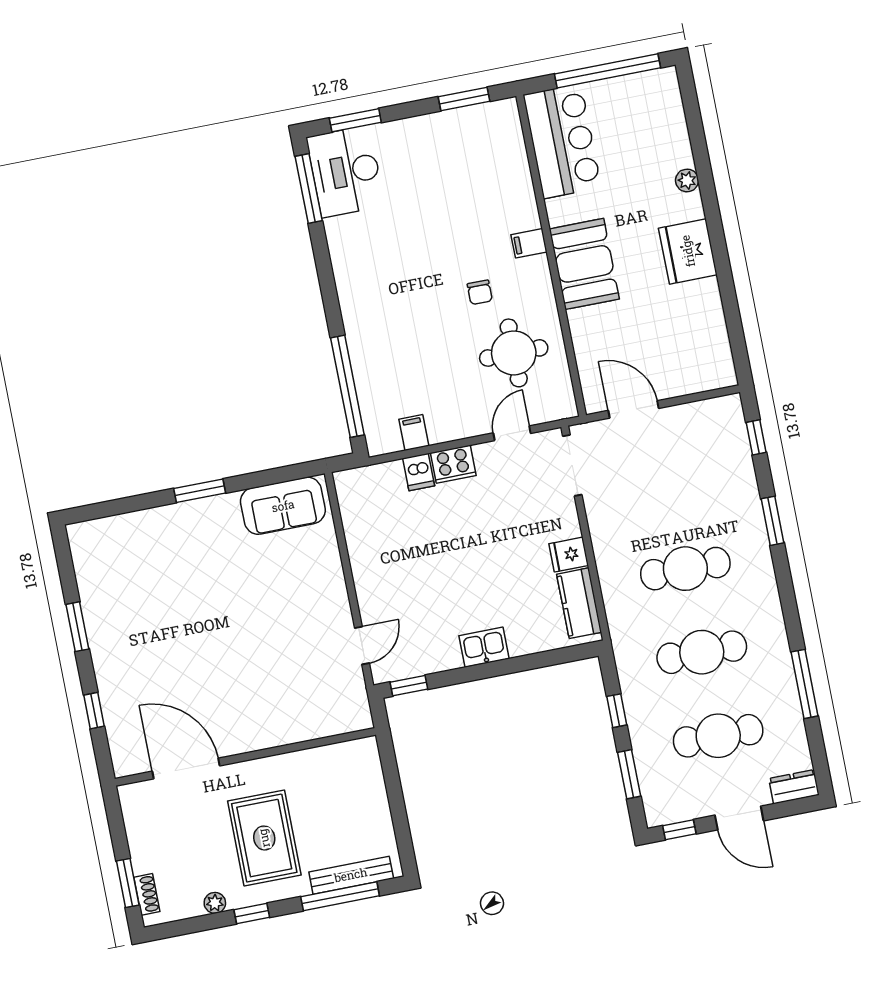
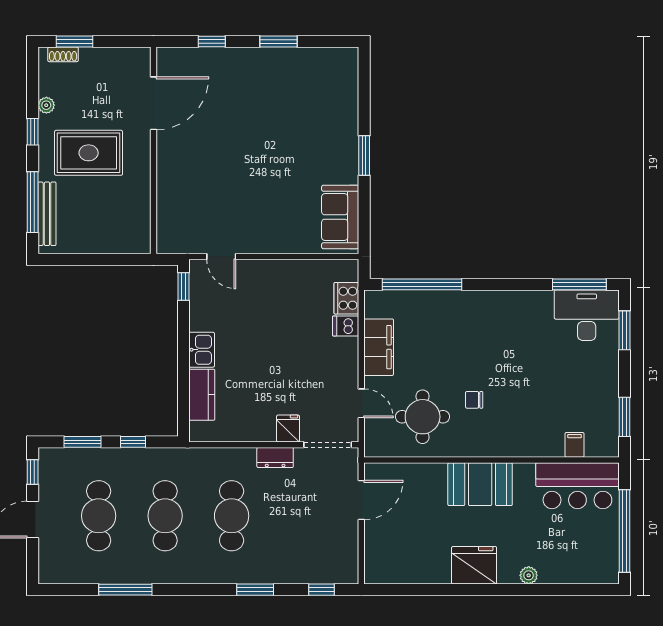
filing cabinet: (529, 243) -> (575, 445), moved
filing cabinet: (414, 433) -> (379, 347), width x3.00, depth x1.17
cooker: (453, 464) -> (346, 298), moved
fridge: (569, 555) -> (288, 429), moved
kitchen counter: (579, 603) -> (202, 395), moved, turned 90
dresser: (794, 787) -> (275, 457), moved, turned 90

